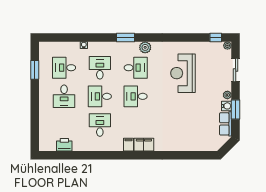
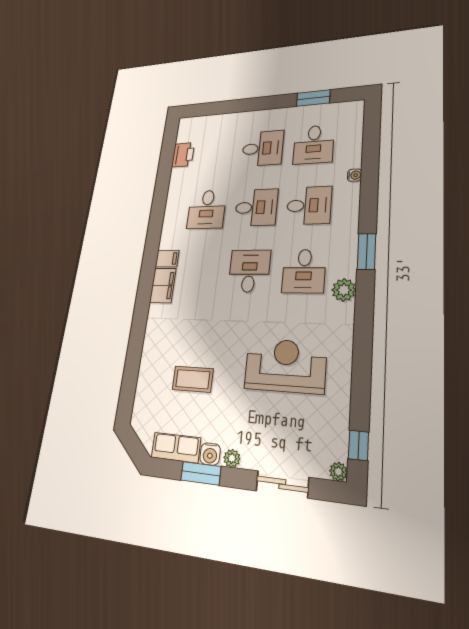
desk: (64, 68) -> (314, 144), turned 180
desk: (64, 96) -> (263, 148), turned 180
desk: (100, 96) -> (256, 207), turned 90
coffee table: (192, 120) -> (193, 379), added
desk: (100, 125) -> (207, 209), turned 90

